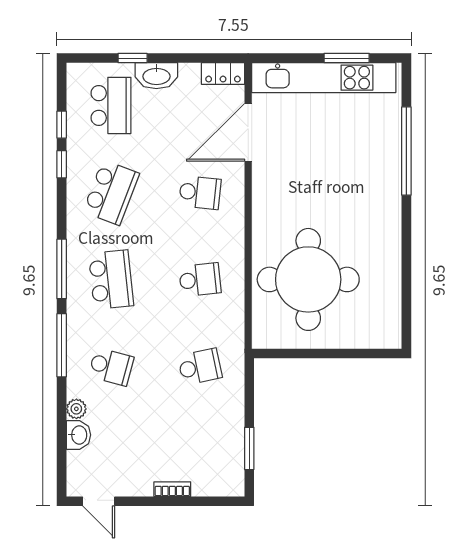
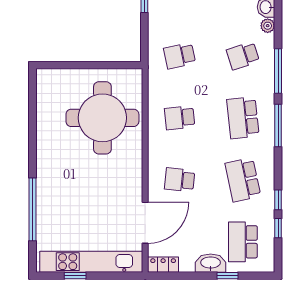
window: (347, 58) -> (75, 276), width x0.67
school desk: (111, 193) -> (243, 180), turned -33
school desk: (111, 367) -> (243, 56), turned -33

